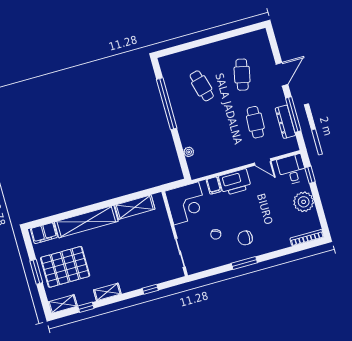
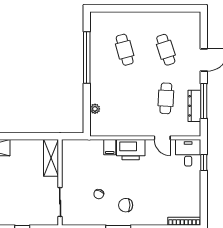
cafe table: (242, 75) -> (166, 50), turned -30
plant: (304, 202) -> (191, 186), removed
corner desk: (186, 203) -> (79, 157), removed
shelving: (135, 207) -> (51, 158), moved, turned 90

